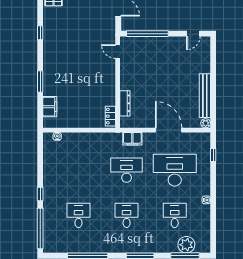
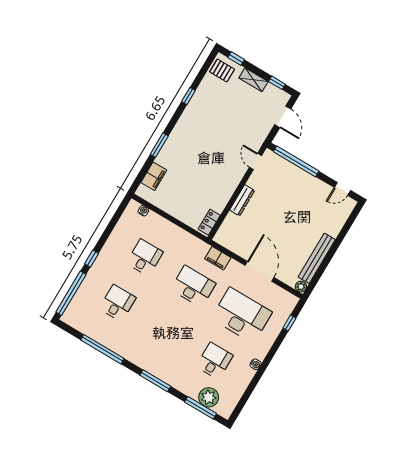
dresser: (125, 103) -> (242, 200), moved
desk: (127, 215) -> (145, 257), moved

